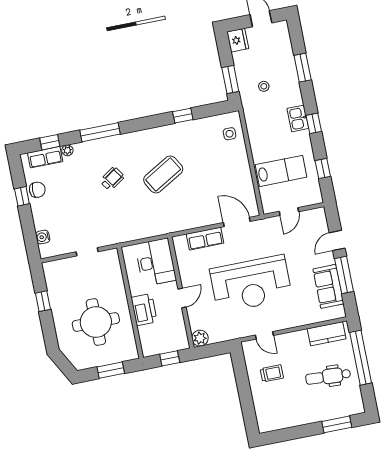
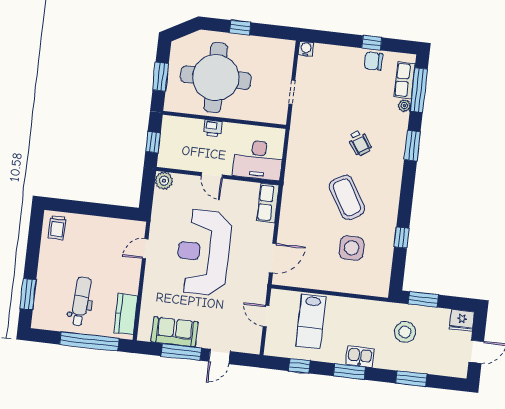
stool: (264, 86) -> (405, 332), width x1.89, depth x1.89
window: (314, 123) -> (349, 372), width x1.50
window: (100, 132) -> (412, 146), width x0.69
side table: (230, 134) -> (352, 248), moved, width x1.87, depth x1.87
window: (50, 142) -> (419, 90), width x2.17
chair: (37, 190) -> (373, 61), turned 90
water cooler: (43, 237) -> (306, 49), moved
row of seats: (205, 239) -> (268, 203), moved
door: (337, 240) -> (220, 356), swing flipped
window: (43, 301) -> (240, 28), moved
printer: (144, 310) -> (213, 128), width x0.53, depth x0.68
round table: (96, 322) -> (216, 78), width x1.36, depth x1.36
trolley: (272, 373) -> (57, 228), moved

